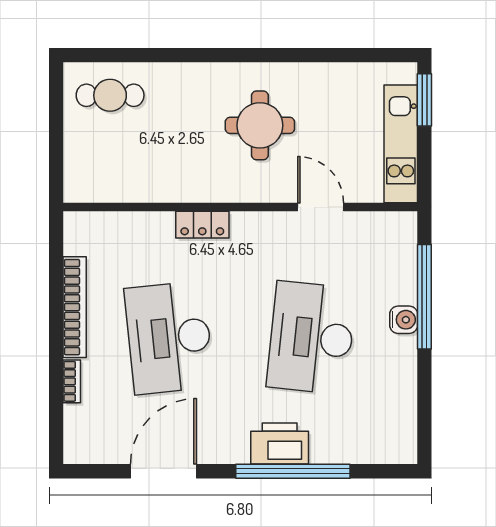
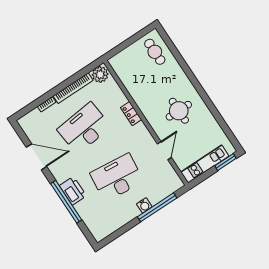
plant: (83, 235) -> (100, 74), added

